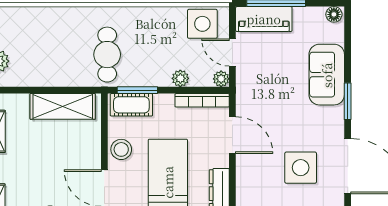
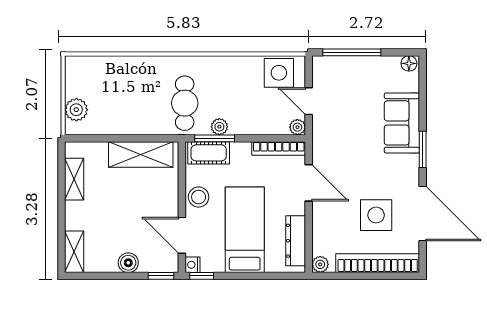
piano: (264, 19) -> (340, 68), removed
plant: (180, 78) -> (219, 127), moved

